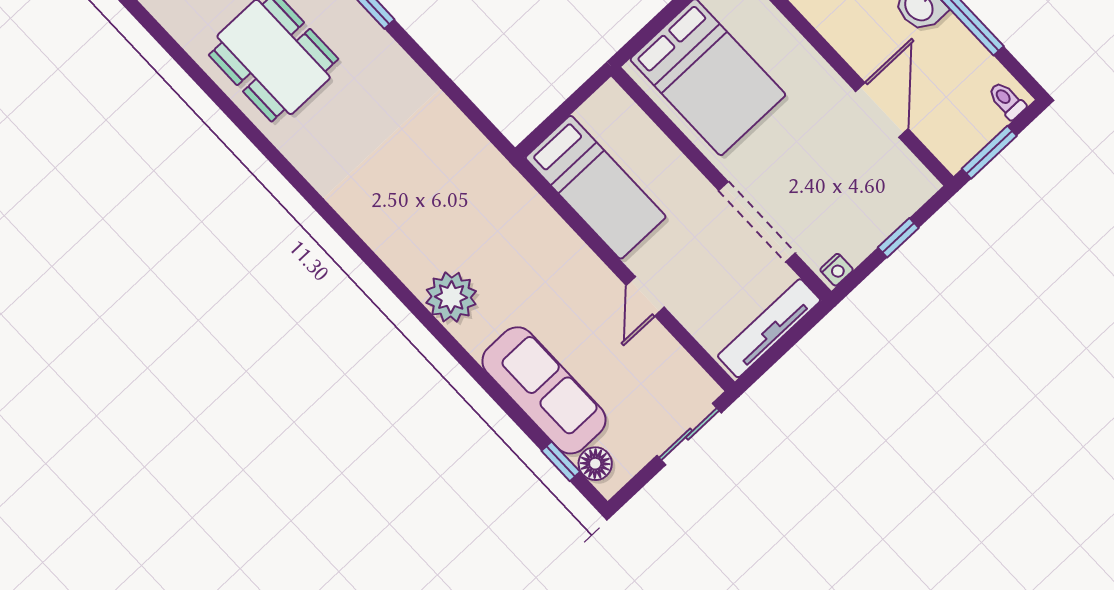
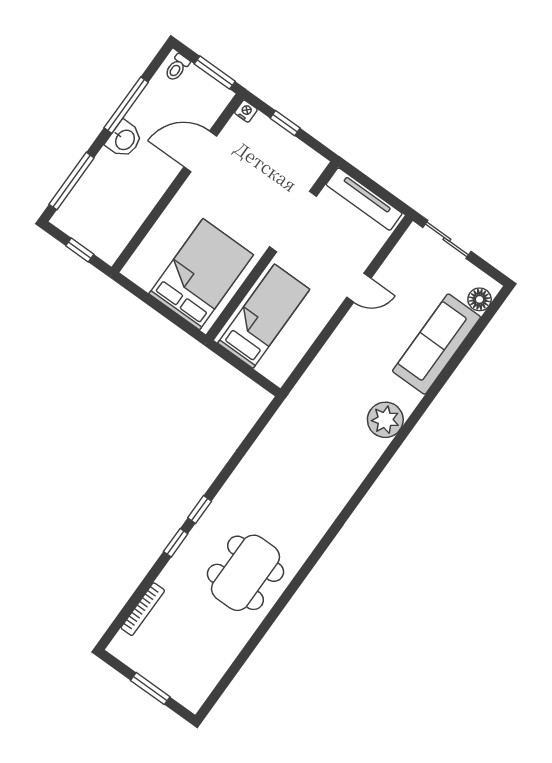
bed: (596, 187) -> (264, 316), moved
nightstand: (837, 270) -> (246, 111), moved
window: (561, 461) -> (483, 323), removed

